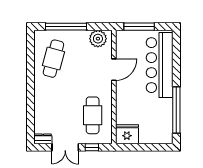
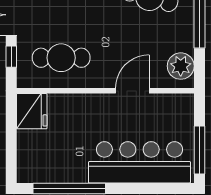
window: (139, 27) -> (199, 150), moved
door: (114, 70) -> (132, 91), swing flipped

